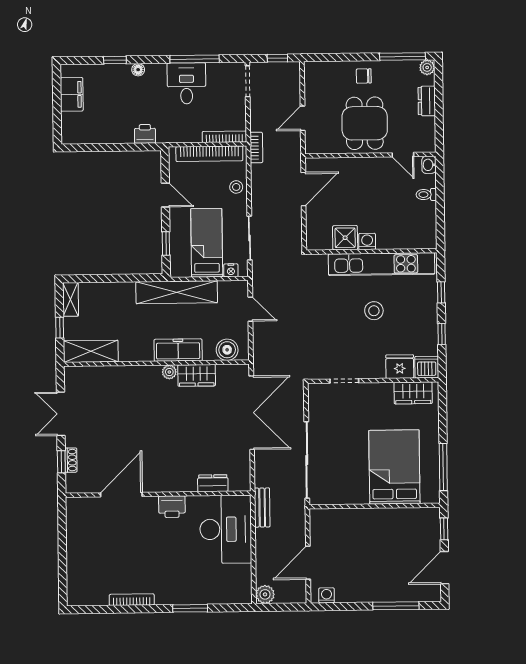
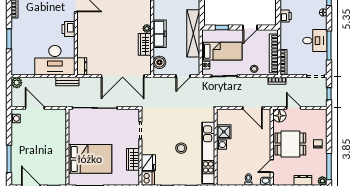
floor lamp: (316, 143) -> (279, 116), added
wardrobe: (413, 393) -> (133, 159), moved
dresser: (213, 483) -> (82, 66), moved

